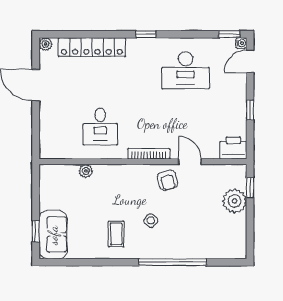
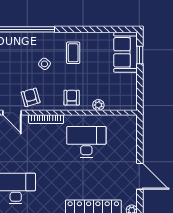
desk: (100, 126) -> (86, 142), width x1.37
armchair: (118, 180) -> (72, 98), added

